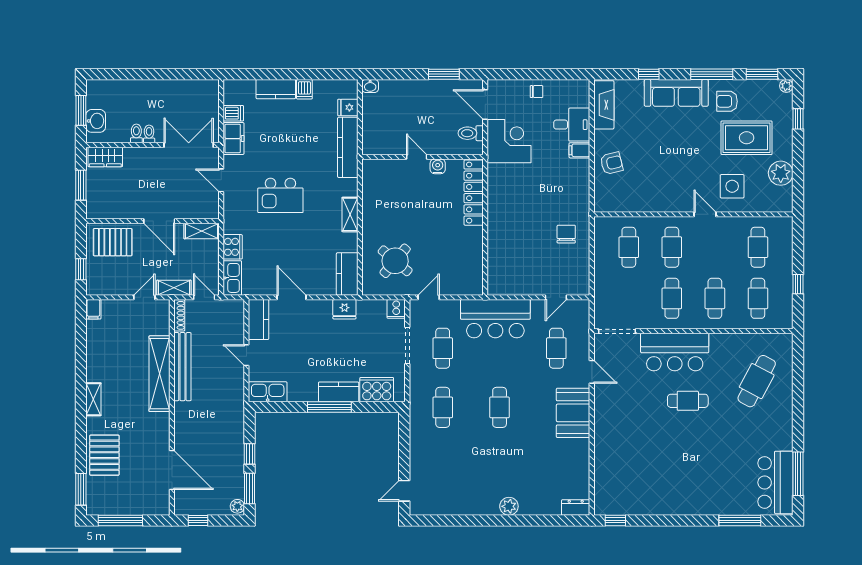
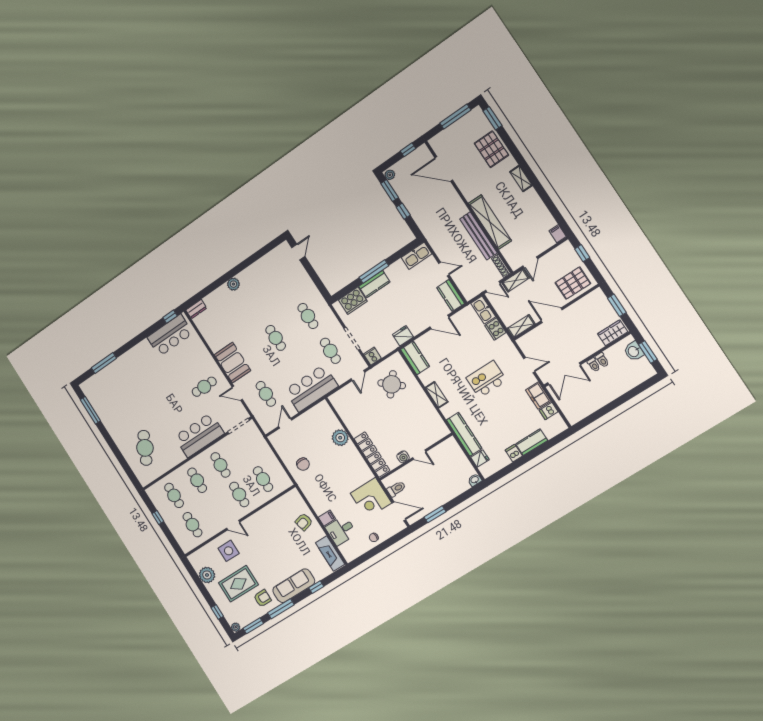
plant: (499, 237) -> (340, 438), added
cafe table: (688, 401) -> (204, 387), moved
bar counter: (775, 482) -> (170, 335), moved, turned 90

